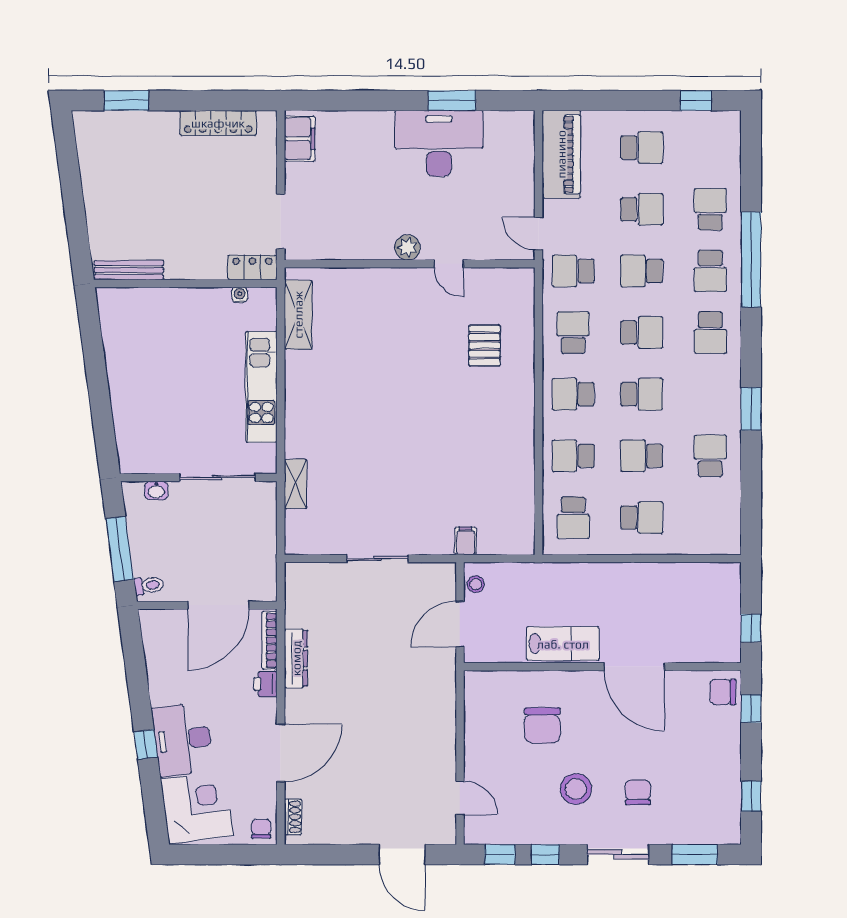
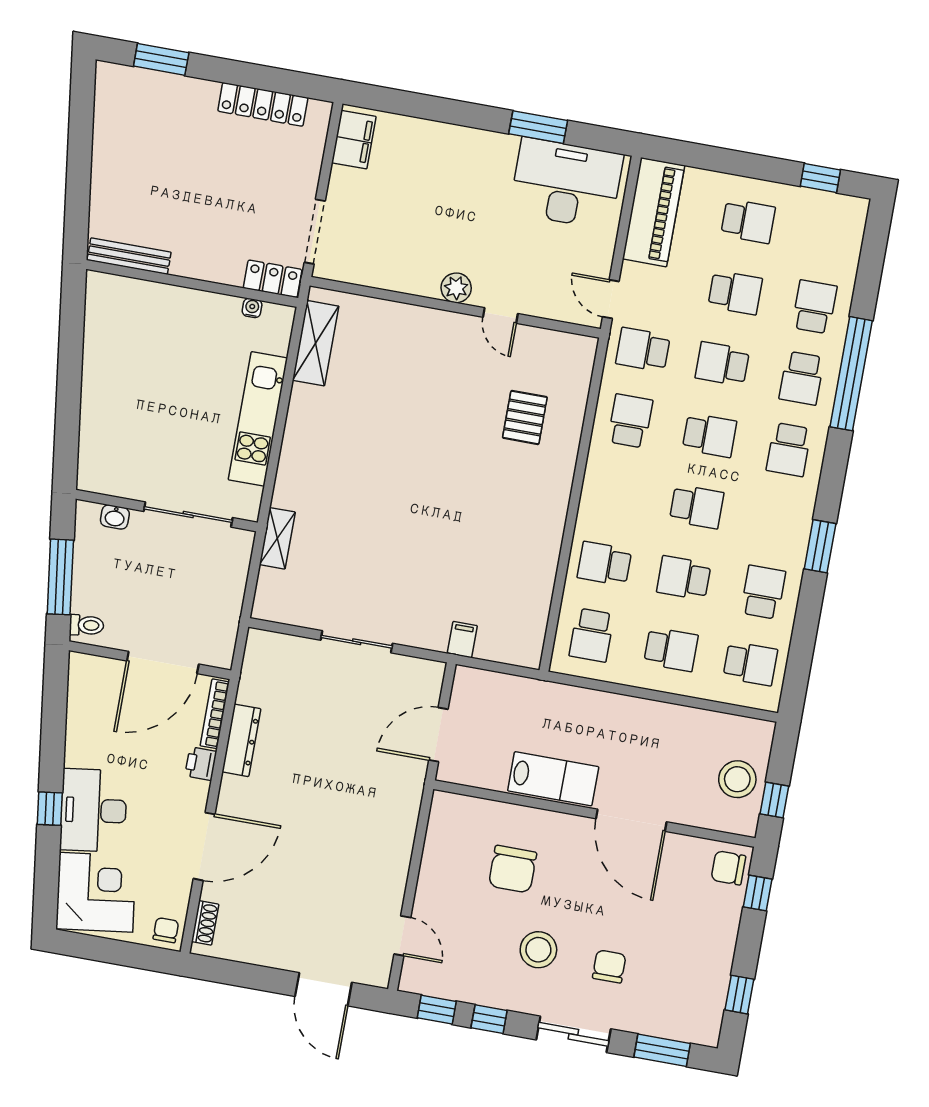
desk: (439, 143) -> (566, 183), moved
school desk: (573, 394) -> (750, 664), moved, turned 180
stool: (476, 584) -> (737, 779), moved, width x1.89, depth x1.89

